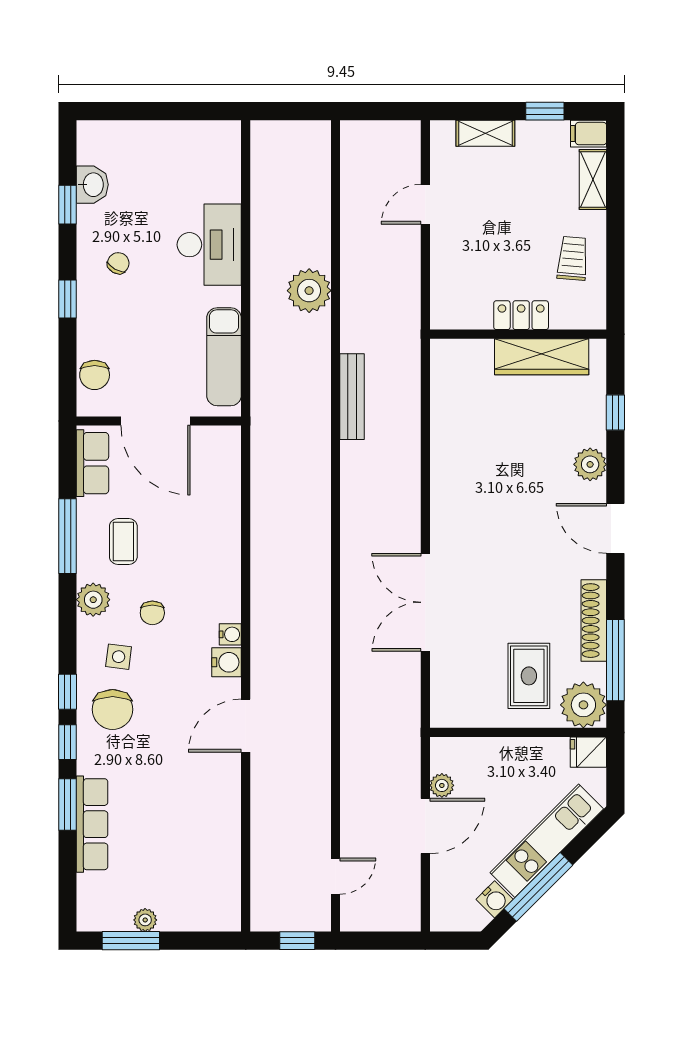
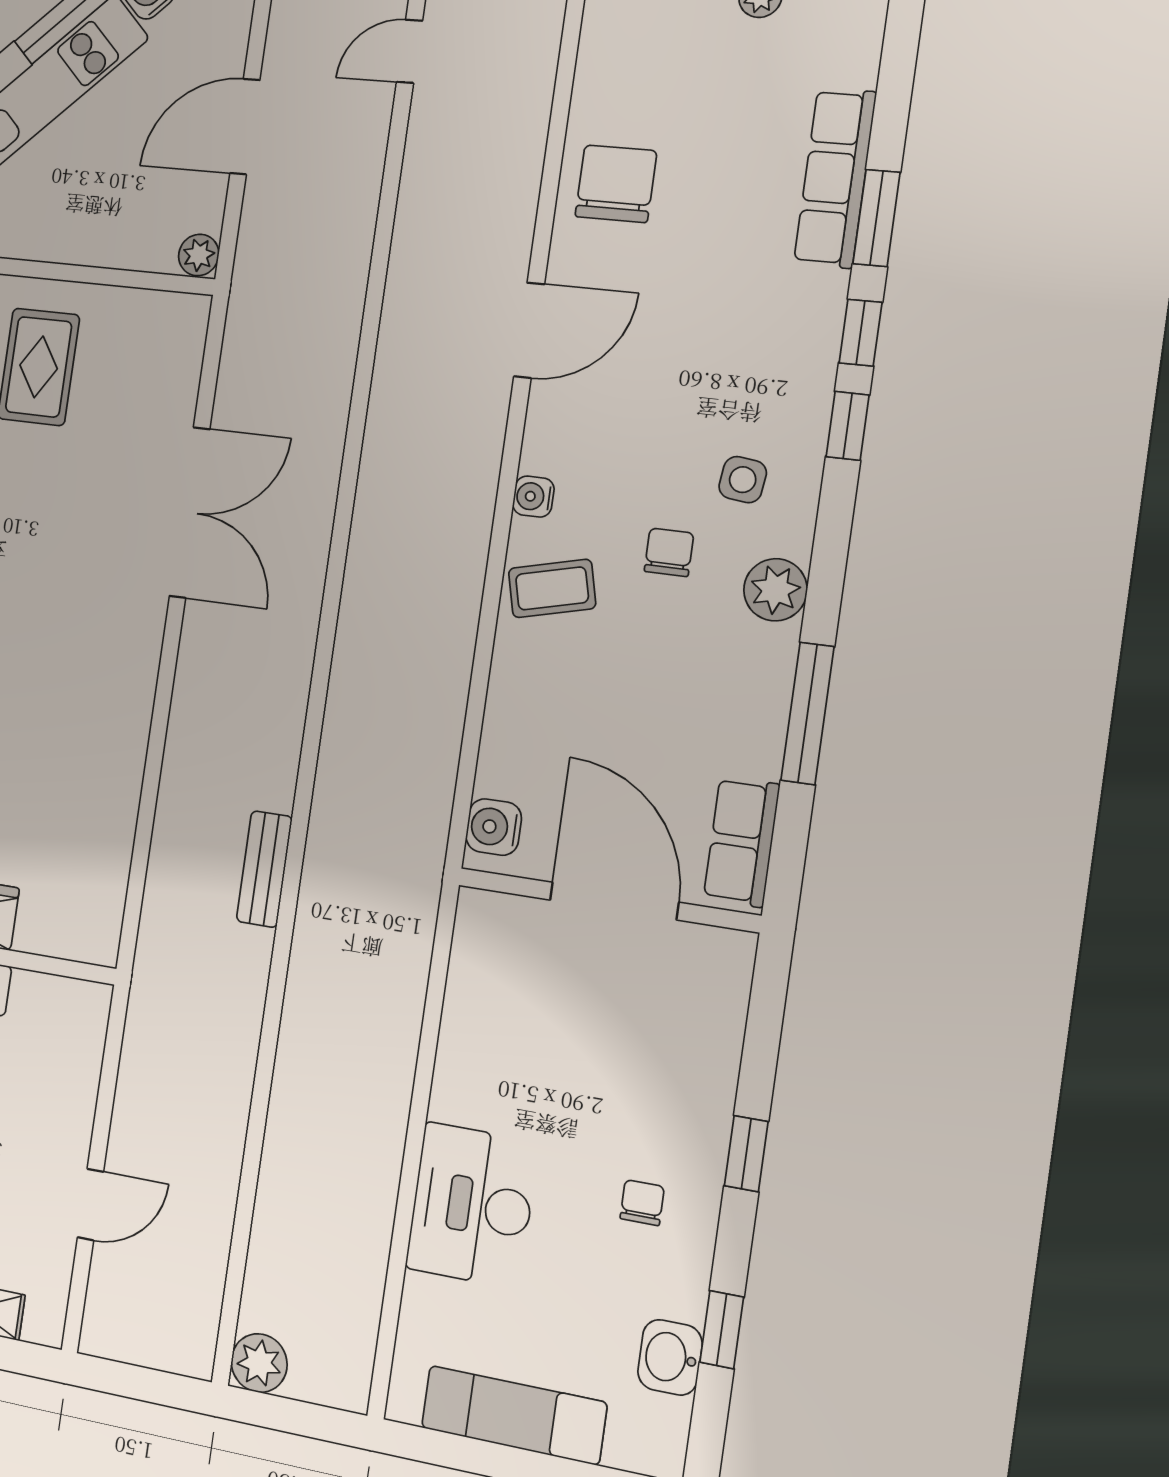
chair: (118, 263) -> (642, 1203), turned 150
plant: (309, 291) -> (259, 1363), moved, width x0.73, depth x0.73
exam couch: (224, 357) -> (514, 1415), moved, turned -90
chair: (95, 375) -> (715, 1004), removed
bench: (352, 397) -> (264, 869), width x0.73
coffee table: (123, 542) -> (552, 588), moved, turned 76
water cooler: (227, 662) -> (494, 827), moved
chair: (113, 709) -> (616, 184), moved
plant: (442, 785) -> (199, 255), moved

